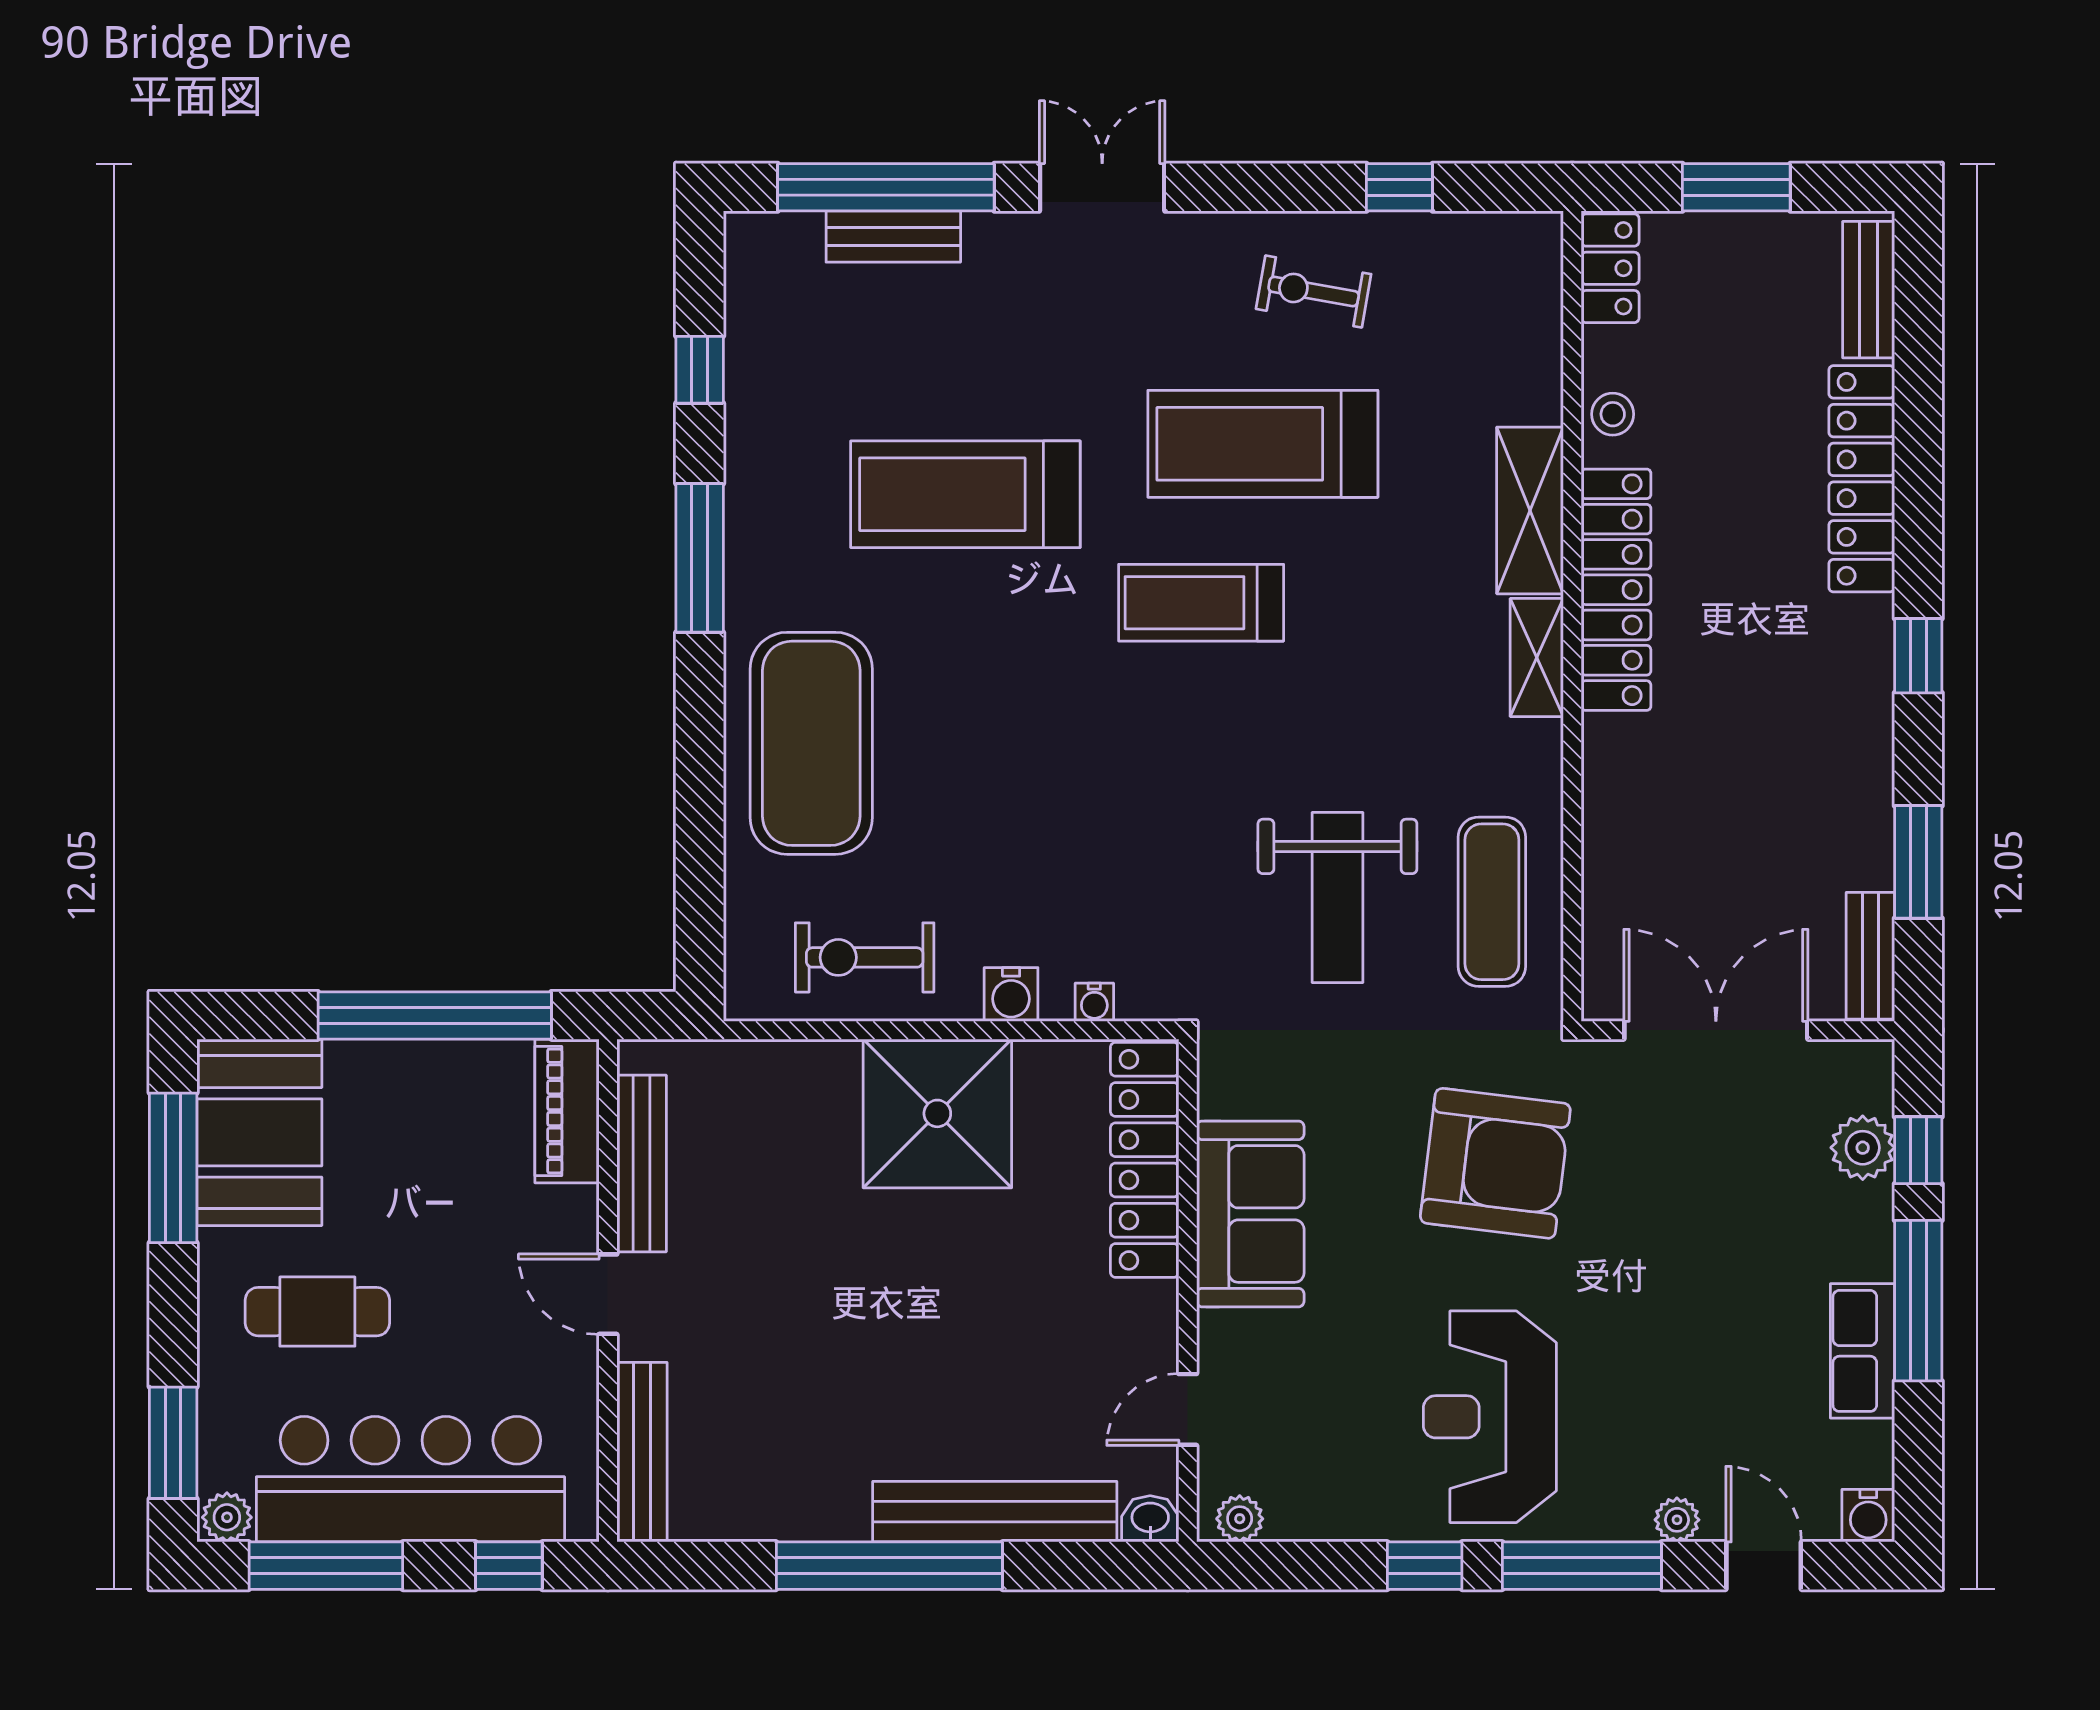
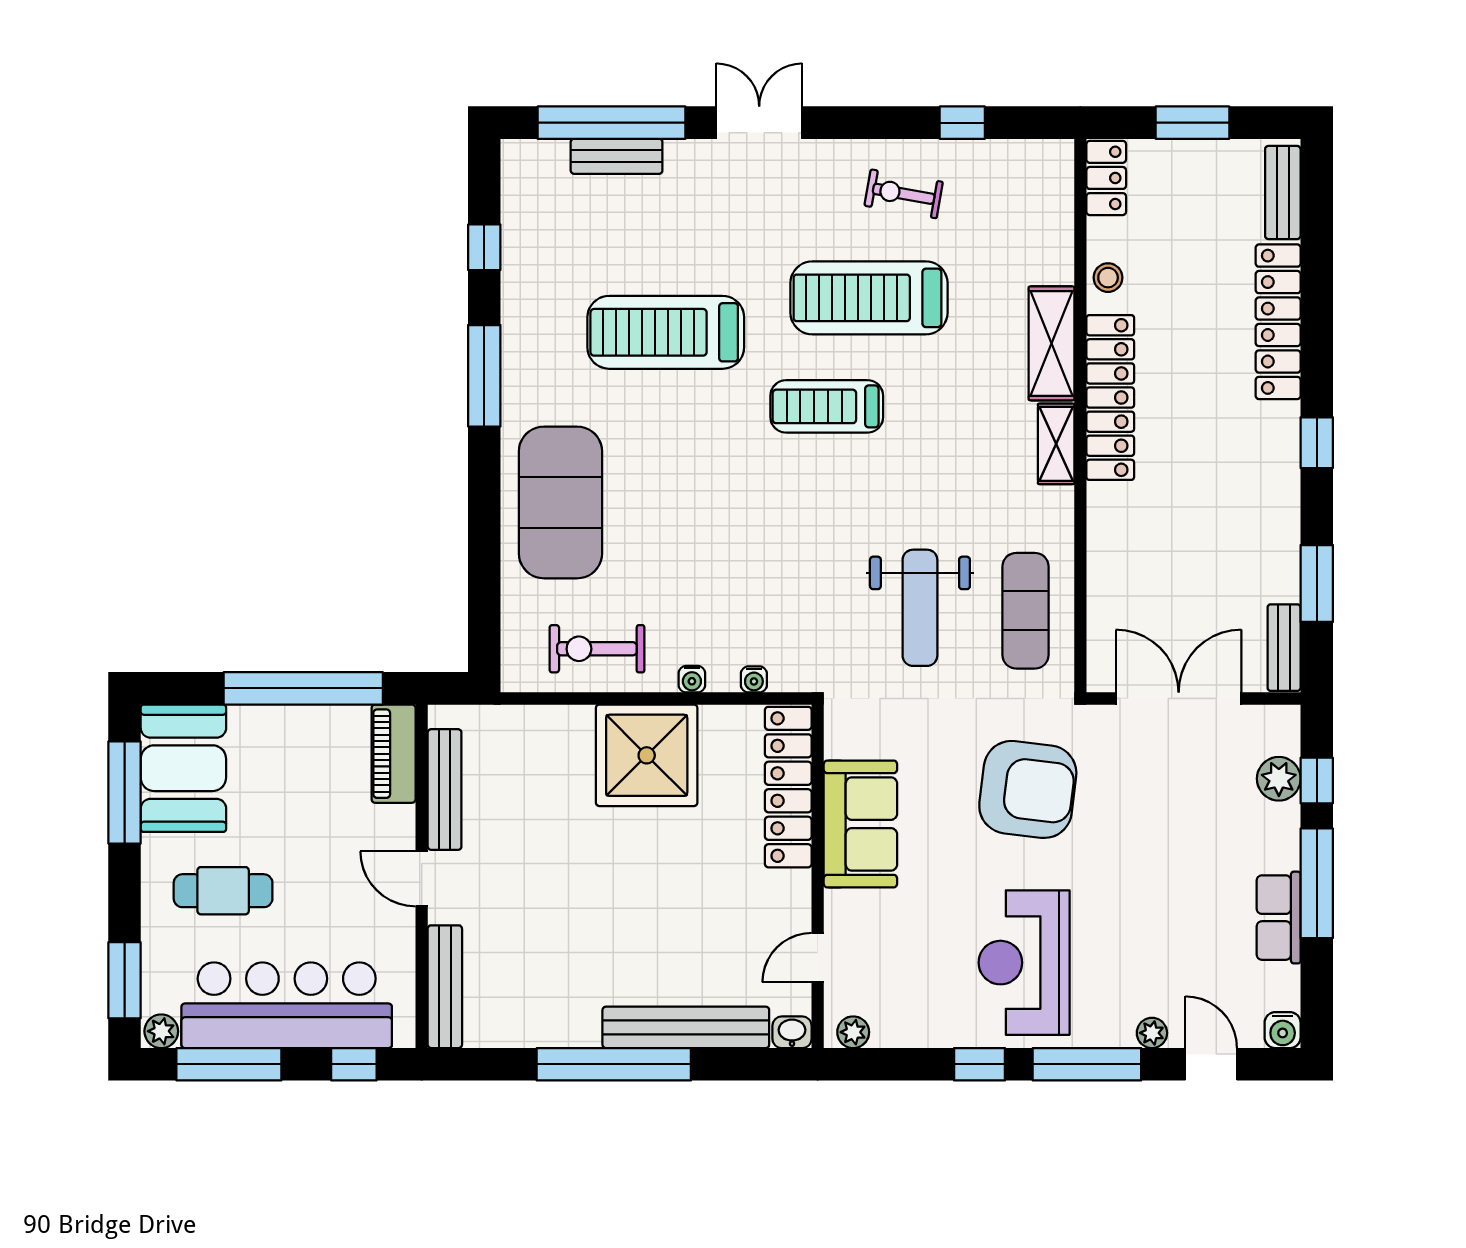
water cooler: (1011, 994) -> (692, 679), width x0.72, depth x0.72

